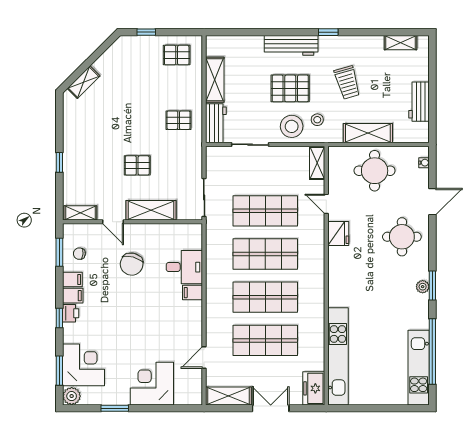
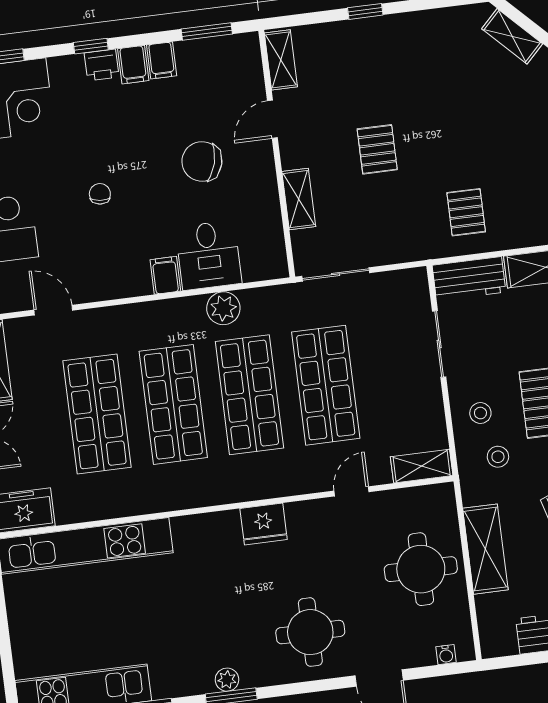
stool: (292, 126) -> (480, 413), width x0.53, depth x0.53
shelving: (151, 210) -> (299, 199), width x0.67, depth x0.75
fridge: (338, 234) -> (264, 524), moved
chair: (79, 254) -> (100, 194), moved
plant: (215, 262) -> (223, 308), added

